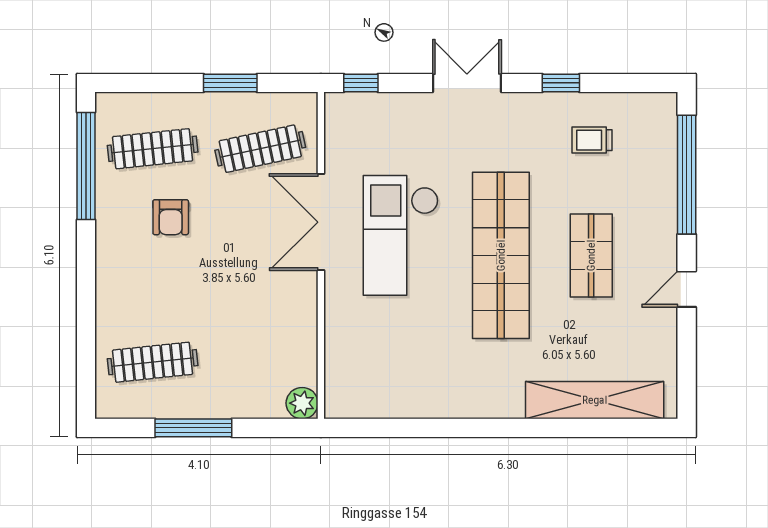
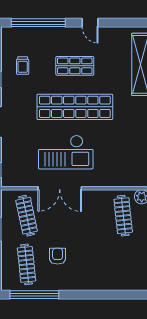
armchair: (171, 217) -> (58, 256), turned -90
clothes rail: (153, 362) -> (123, 216), moved

